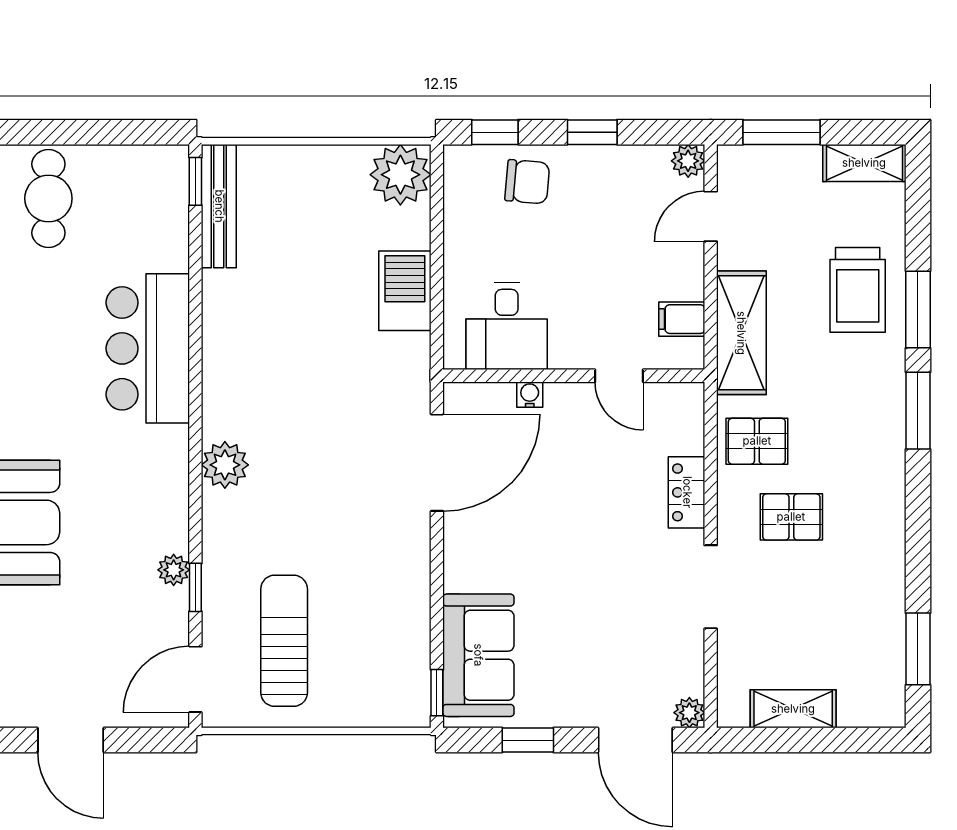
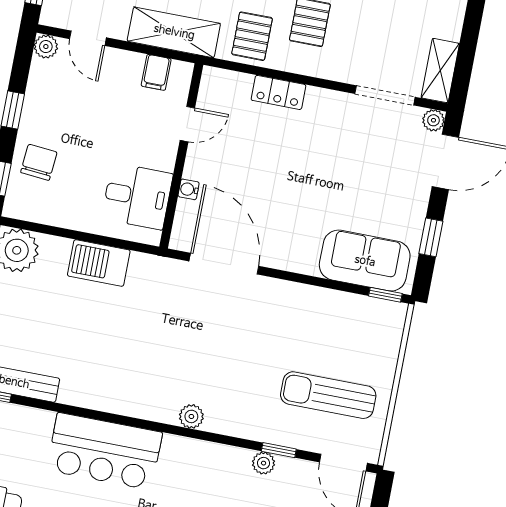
plant: (225, 465) -> (191, 416), width x0.73, depth x0.73
doorway: (711, 587) -> (385, 95), moved
shelving: (793, 709) -> (440, 71), moved

